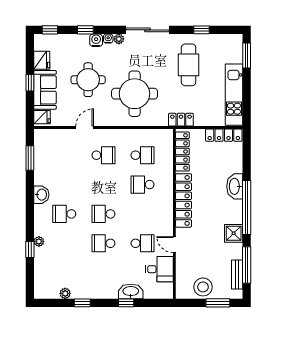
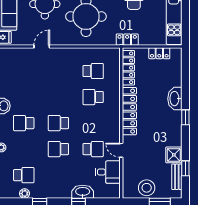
locker: (224, 135) -> (159, 53), width x0.66
school desk: (103, 155) -> (24, 175), moved
window: (247, 208) -> (185, 117), width x0.32
shower: (234, 233) -> (174, 155), moved
window: (247, 265) -> (185, 168), width x0.46

